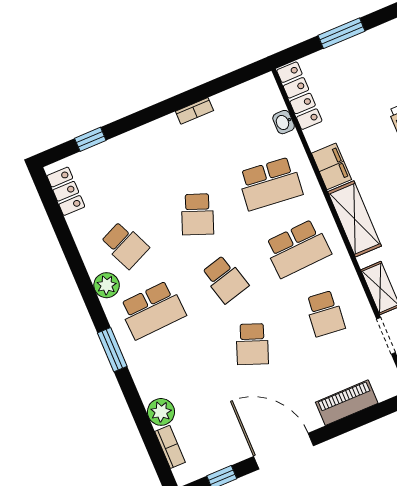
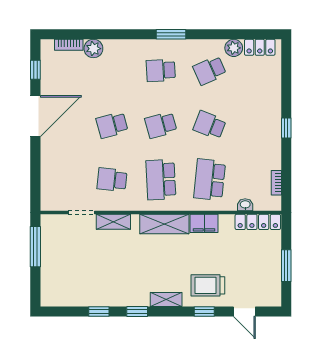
bookcase: (194, 111) -> (276, 183), moved
window: (90, 139) -> (286, 128), moved
plant: (107, 285) -> (234, 48), moved
school desk: (152, 310) -> (161, 70), width x0.54
school desk: (252, 344) -> (112, 125), turned -36
window: (112, 350) -> (171, 34), moved
piano: (347, 403) -> (49, 169), removed

